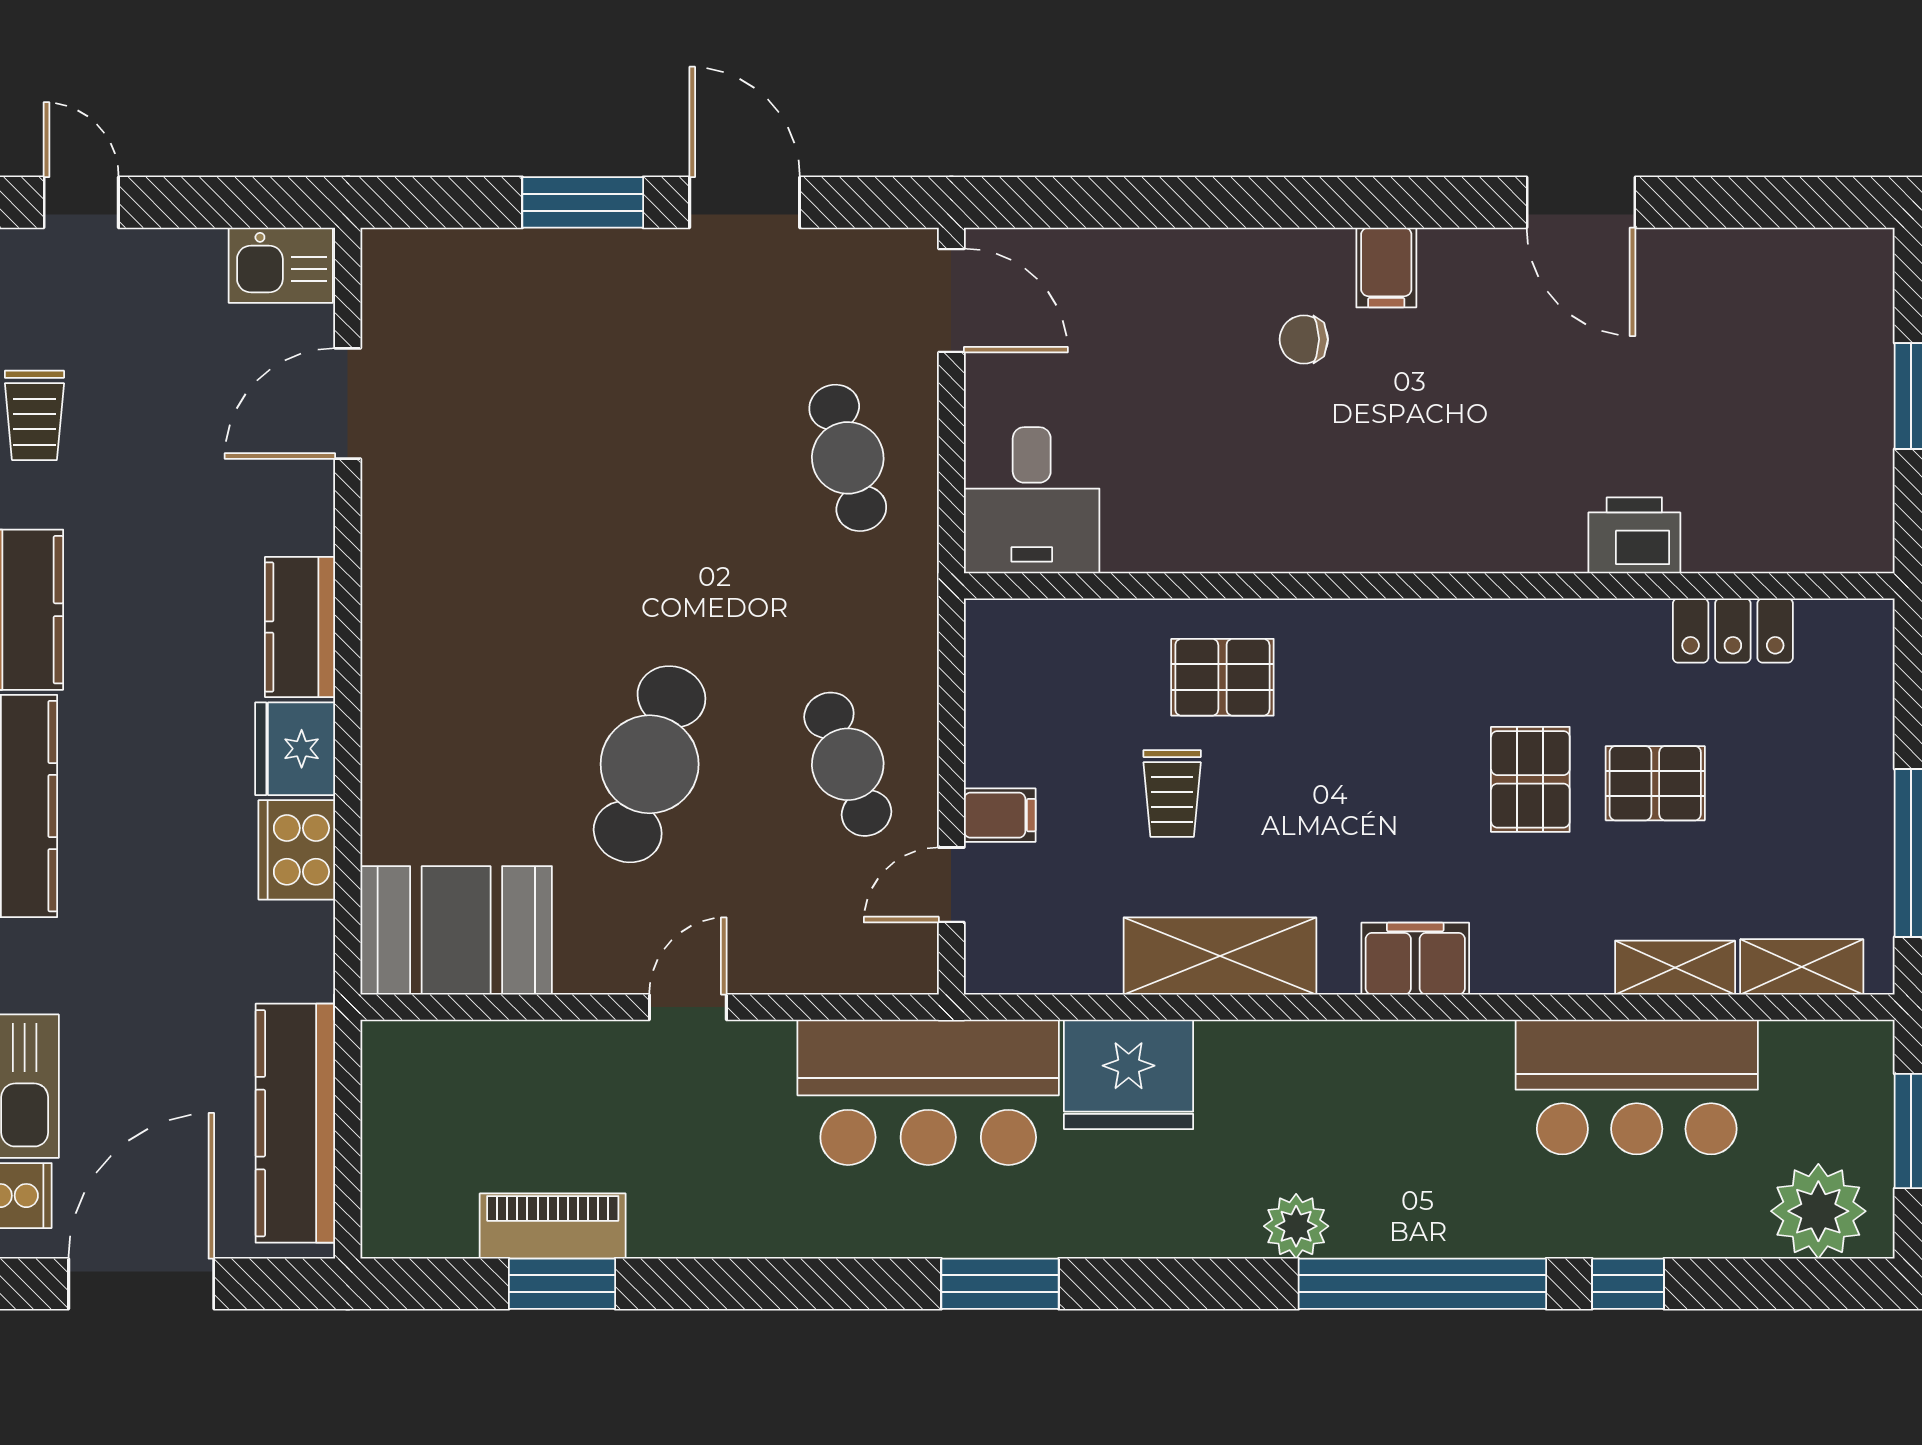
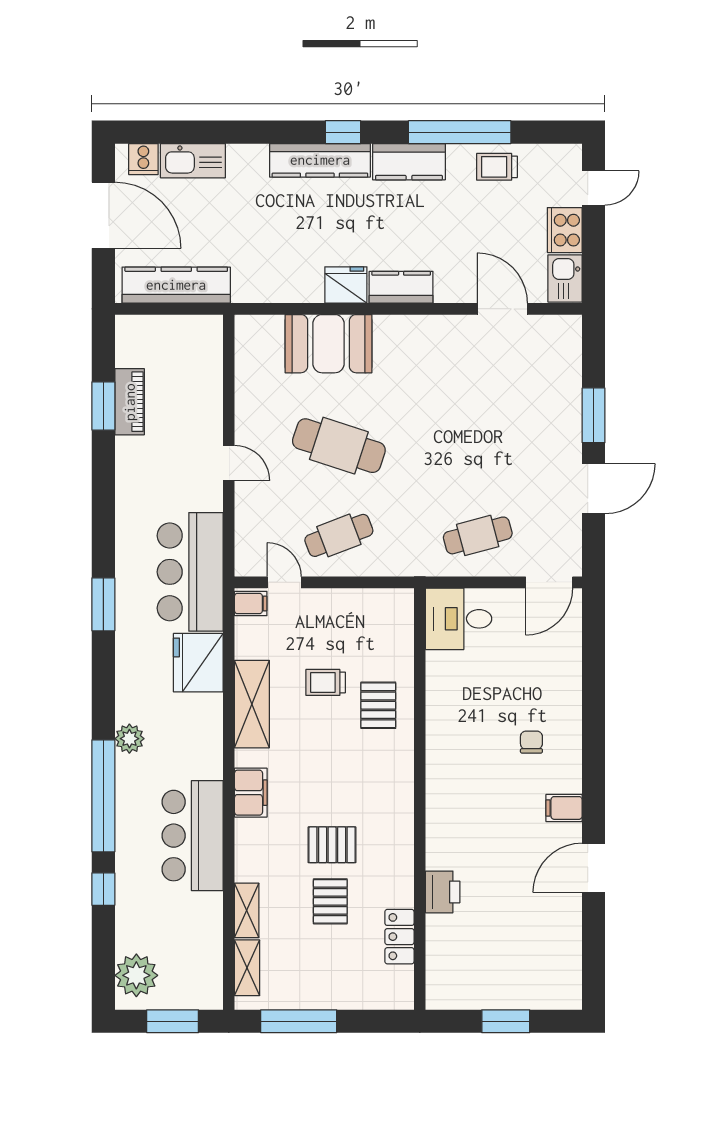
filing cabinet: (1386, 268) -> (564, 808), moved
filing cabinet: (1000, 815) -> (251, 603), moved, turned -90
cooker: (297, 850) -> (565, 230), moved, turned -90
booth: (456, 930) -> (328, 344), moved, turned 90
bar counter: (1637, 1087) -> (193, 836), moved

